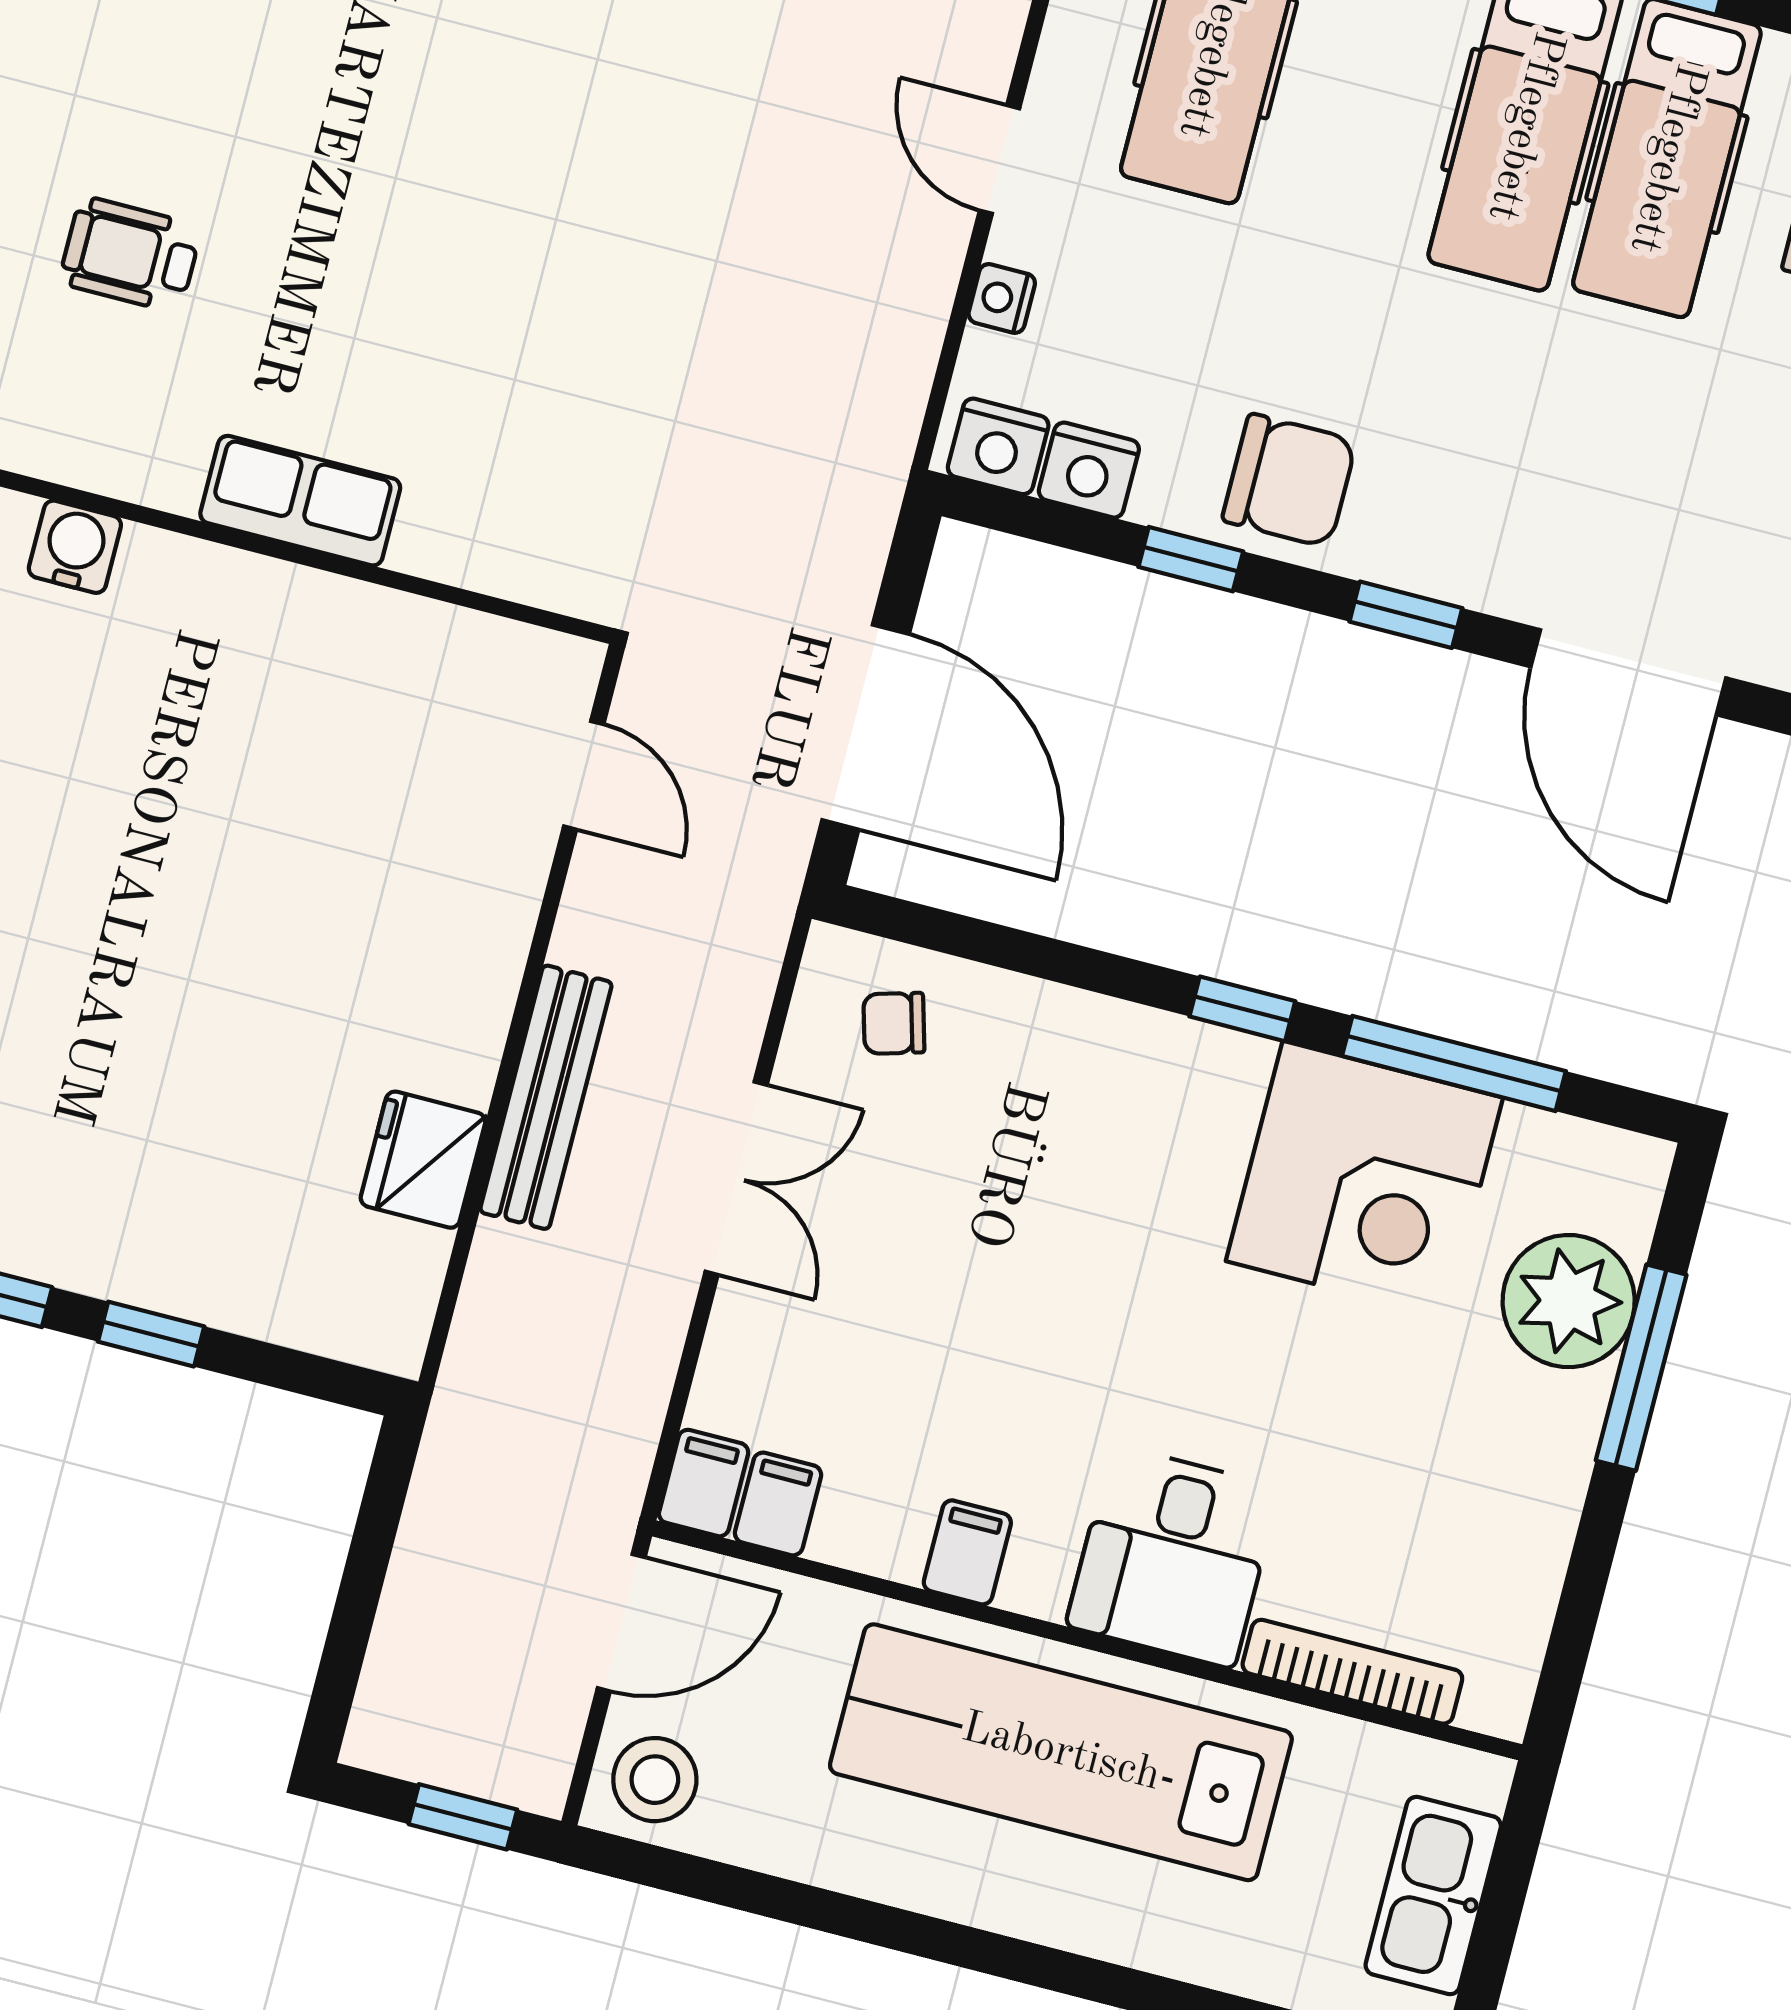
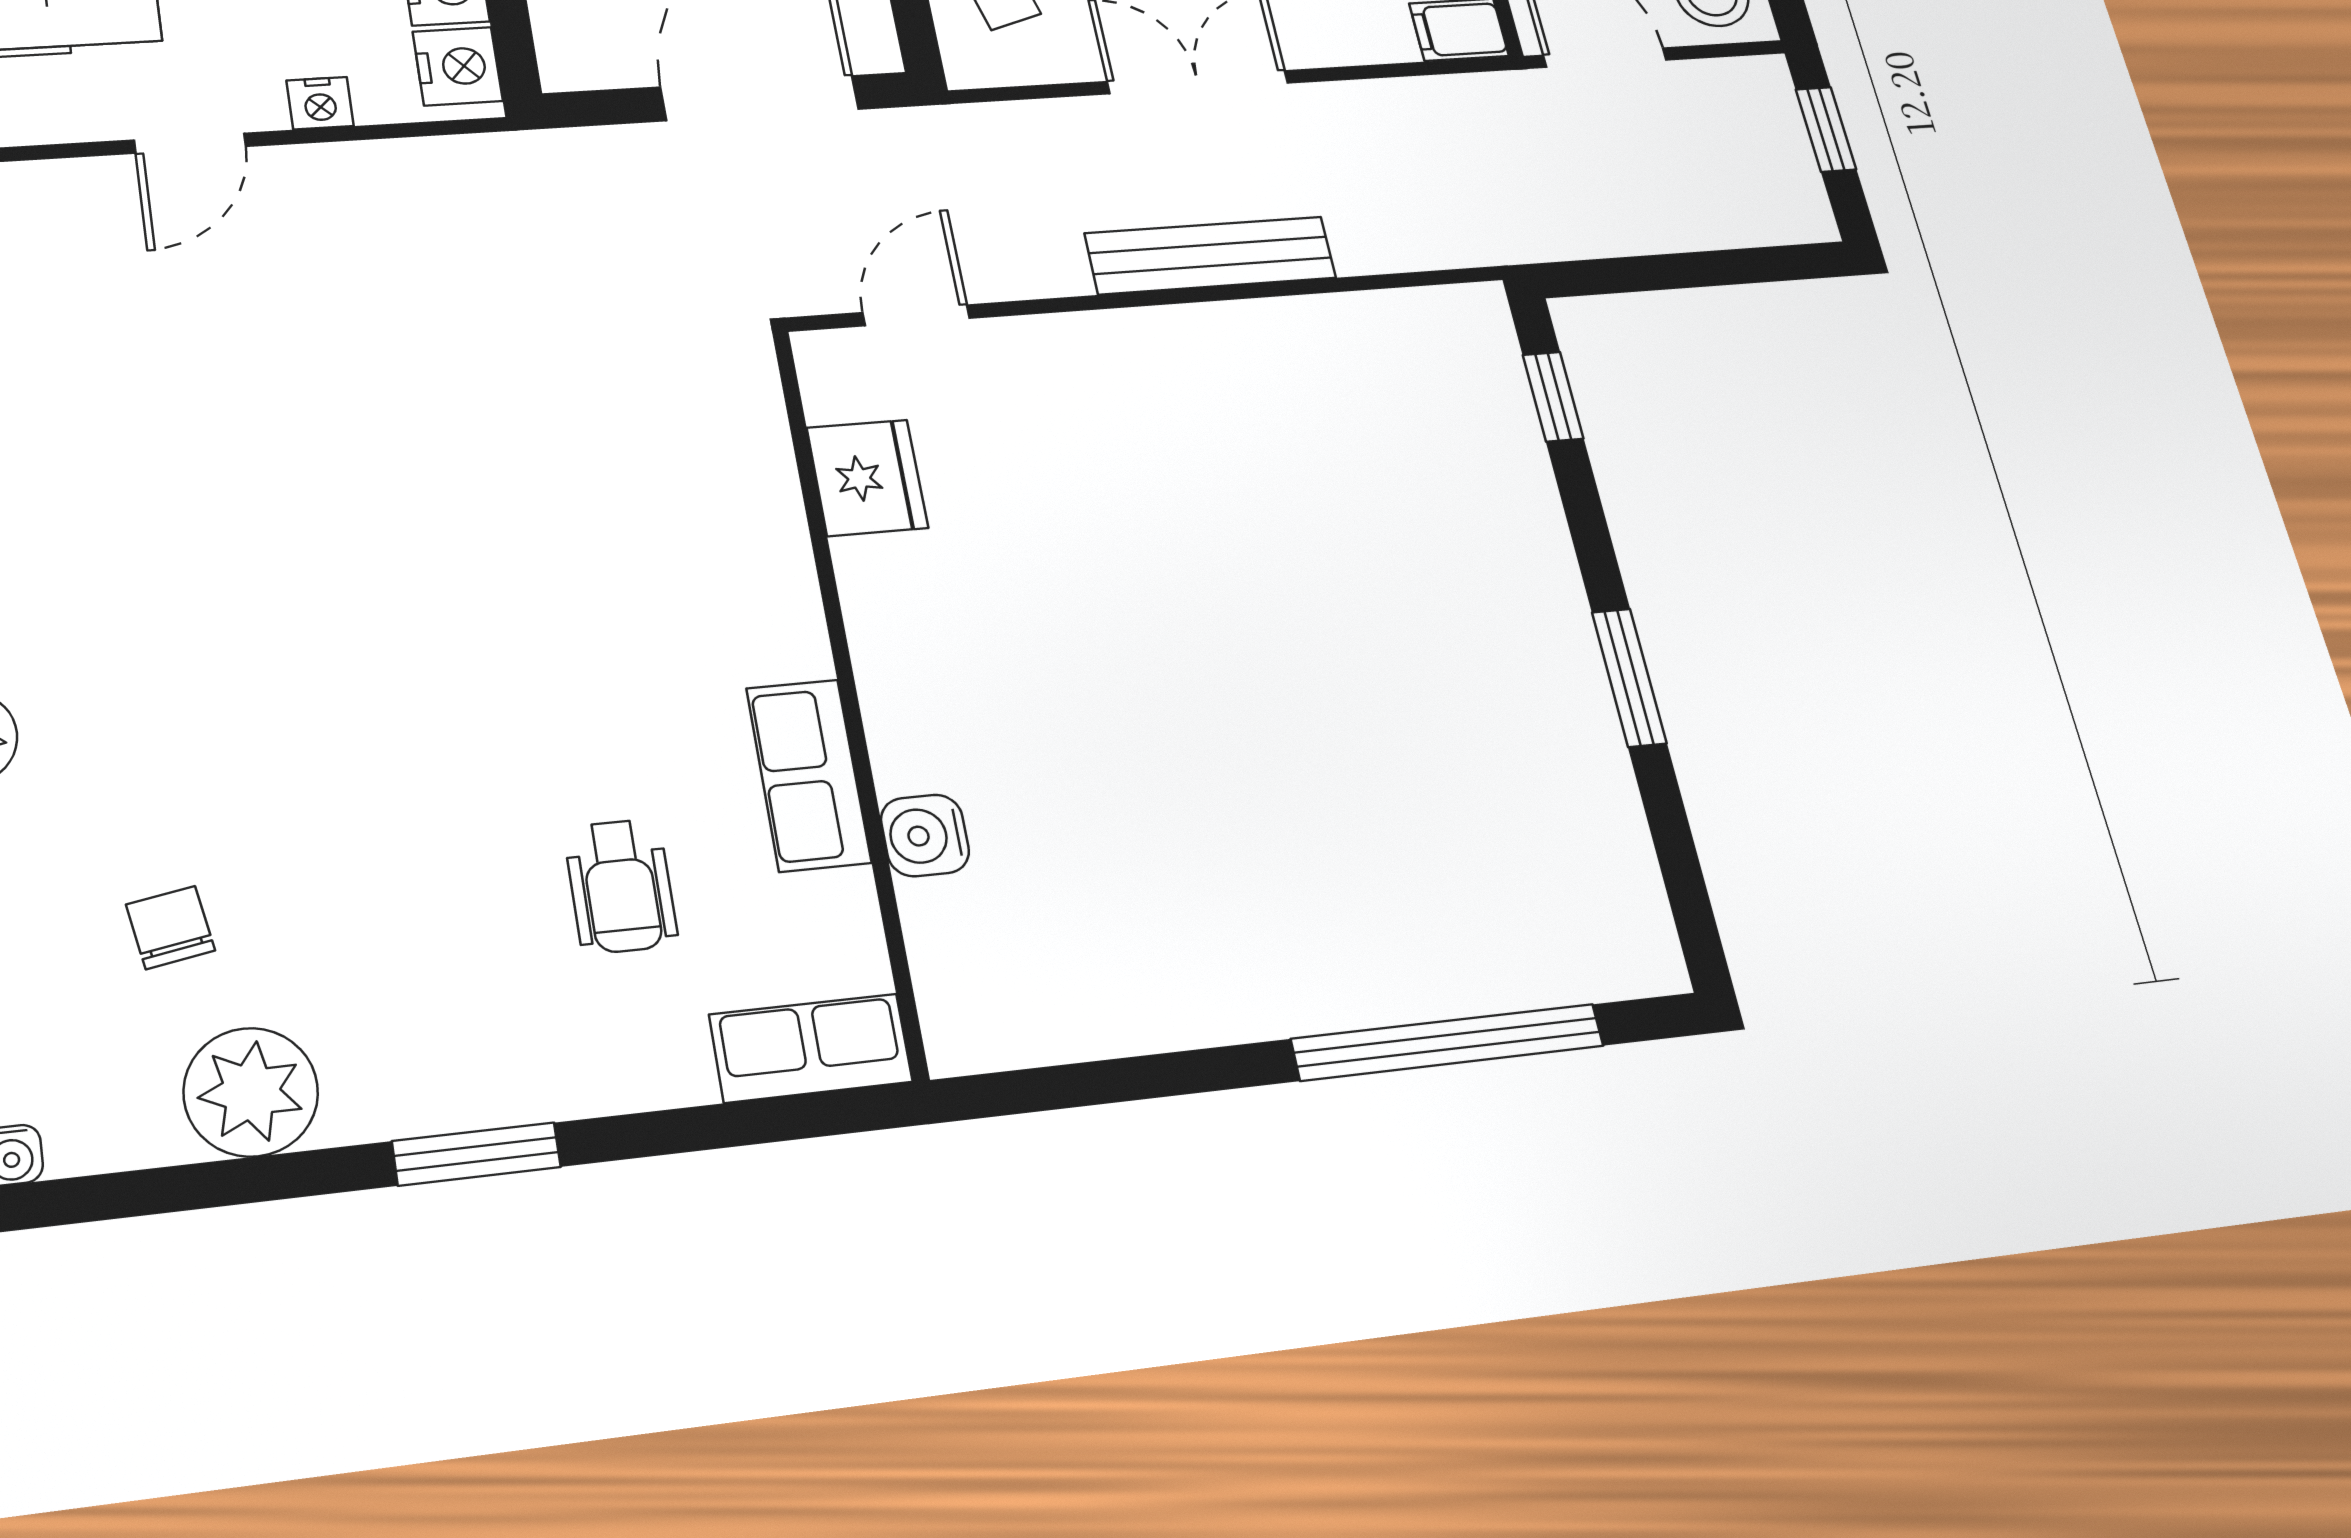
row of seats: (300, 501) -> (809, 775), moved
fridge: (423, 1160) -> (867, 478), moved, turned -90
window: (151, 1334) -> (1553, 397), moved

